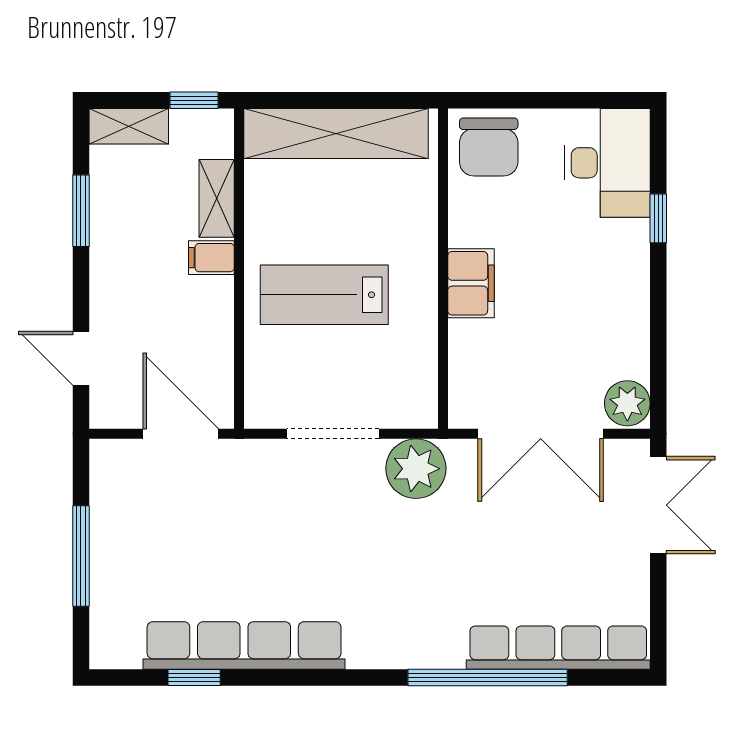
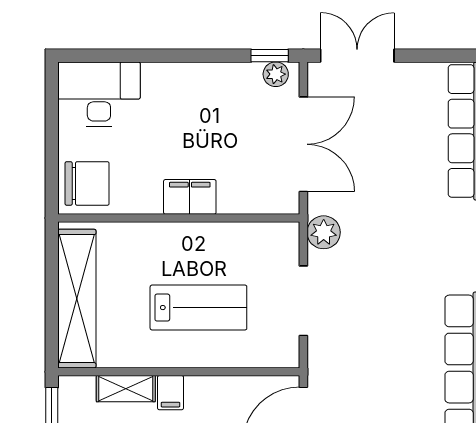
window: (658, 218) -> (270, 56), moved
lab bench: (324, 295) -> (198, 308), turned -90
plant: (627, 403) -> (276, 74), width x0.73, depth x0.73
plant: (416, 469) -> (324, 232), width x0.73, depth x0.73

